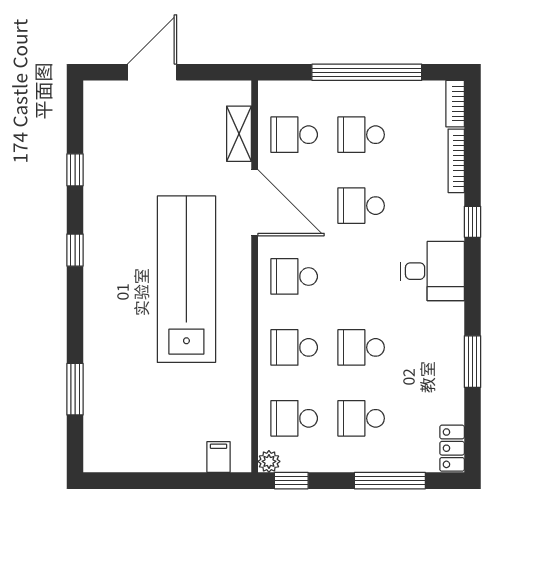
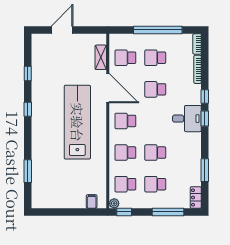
window: (473, 271) -> (205, 118), added
window: (473, 362) -> (205, 170), moved

